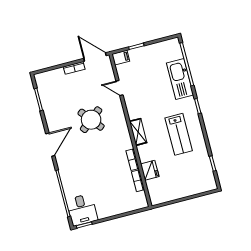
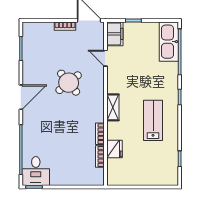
filing cabinet: (121, 58) -> (115, 34), width x2.00
kitchen sink: (180, 79) -> (169, 42), moved
lab bench: (179, 134) -> (153, 120), turned 180

